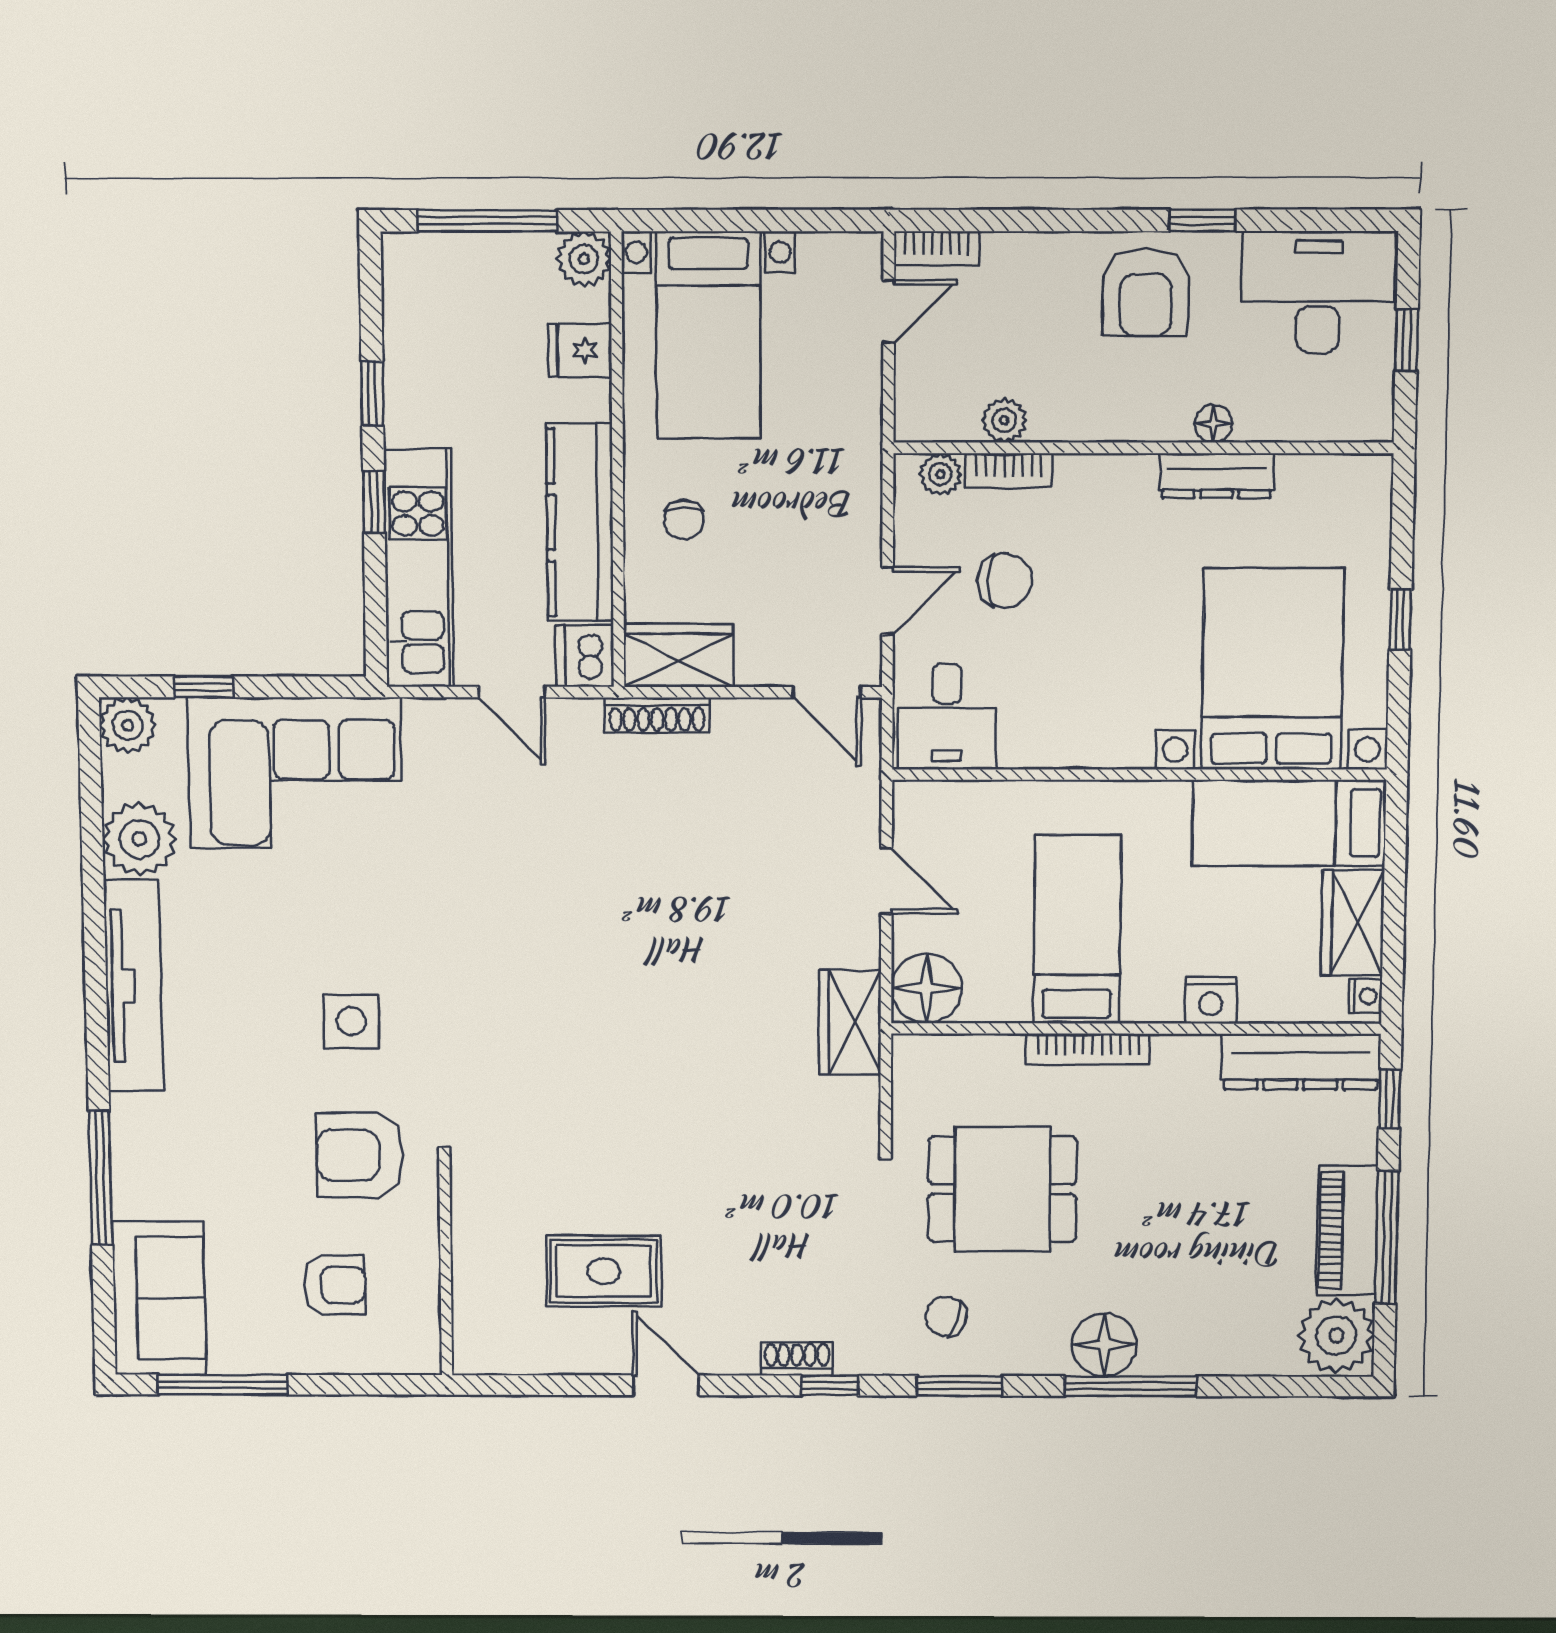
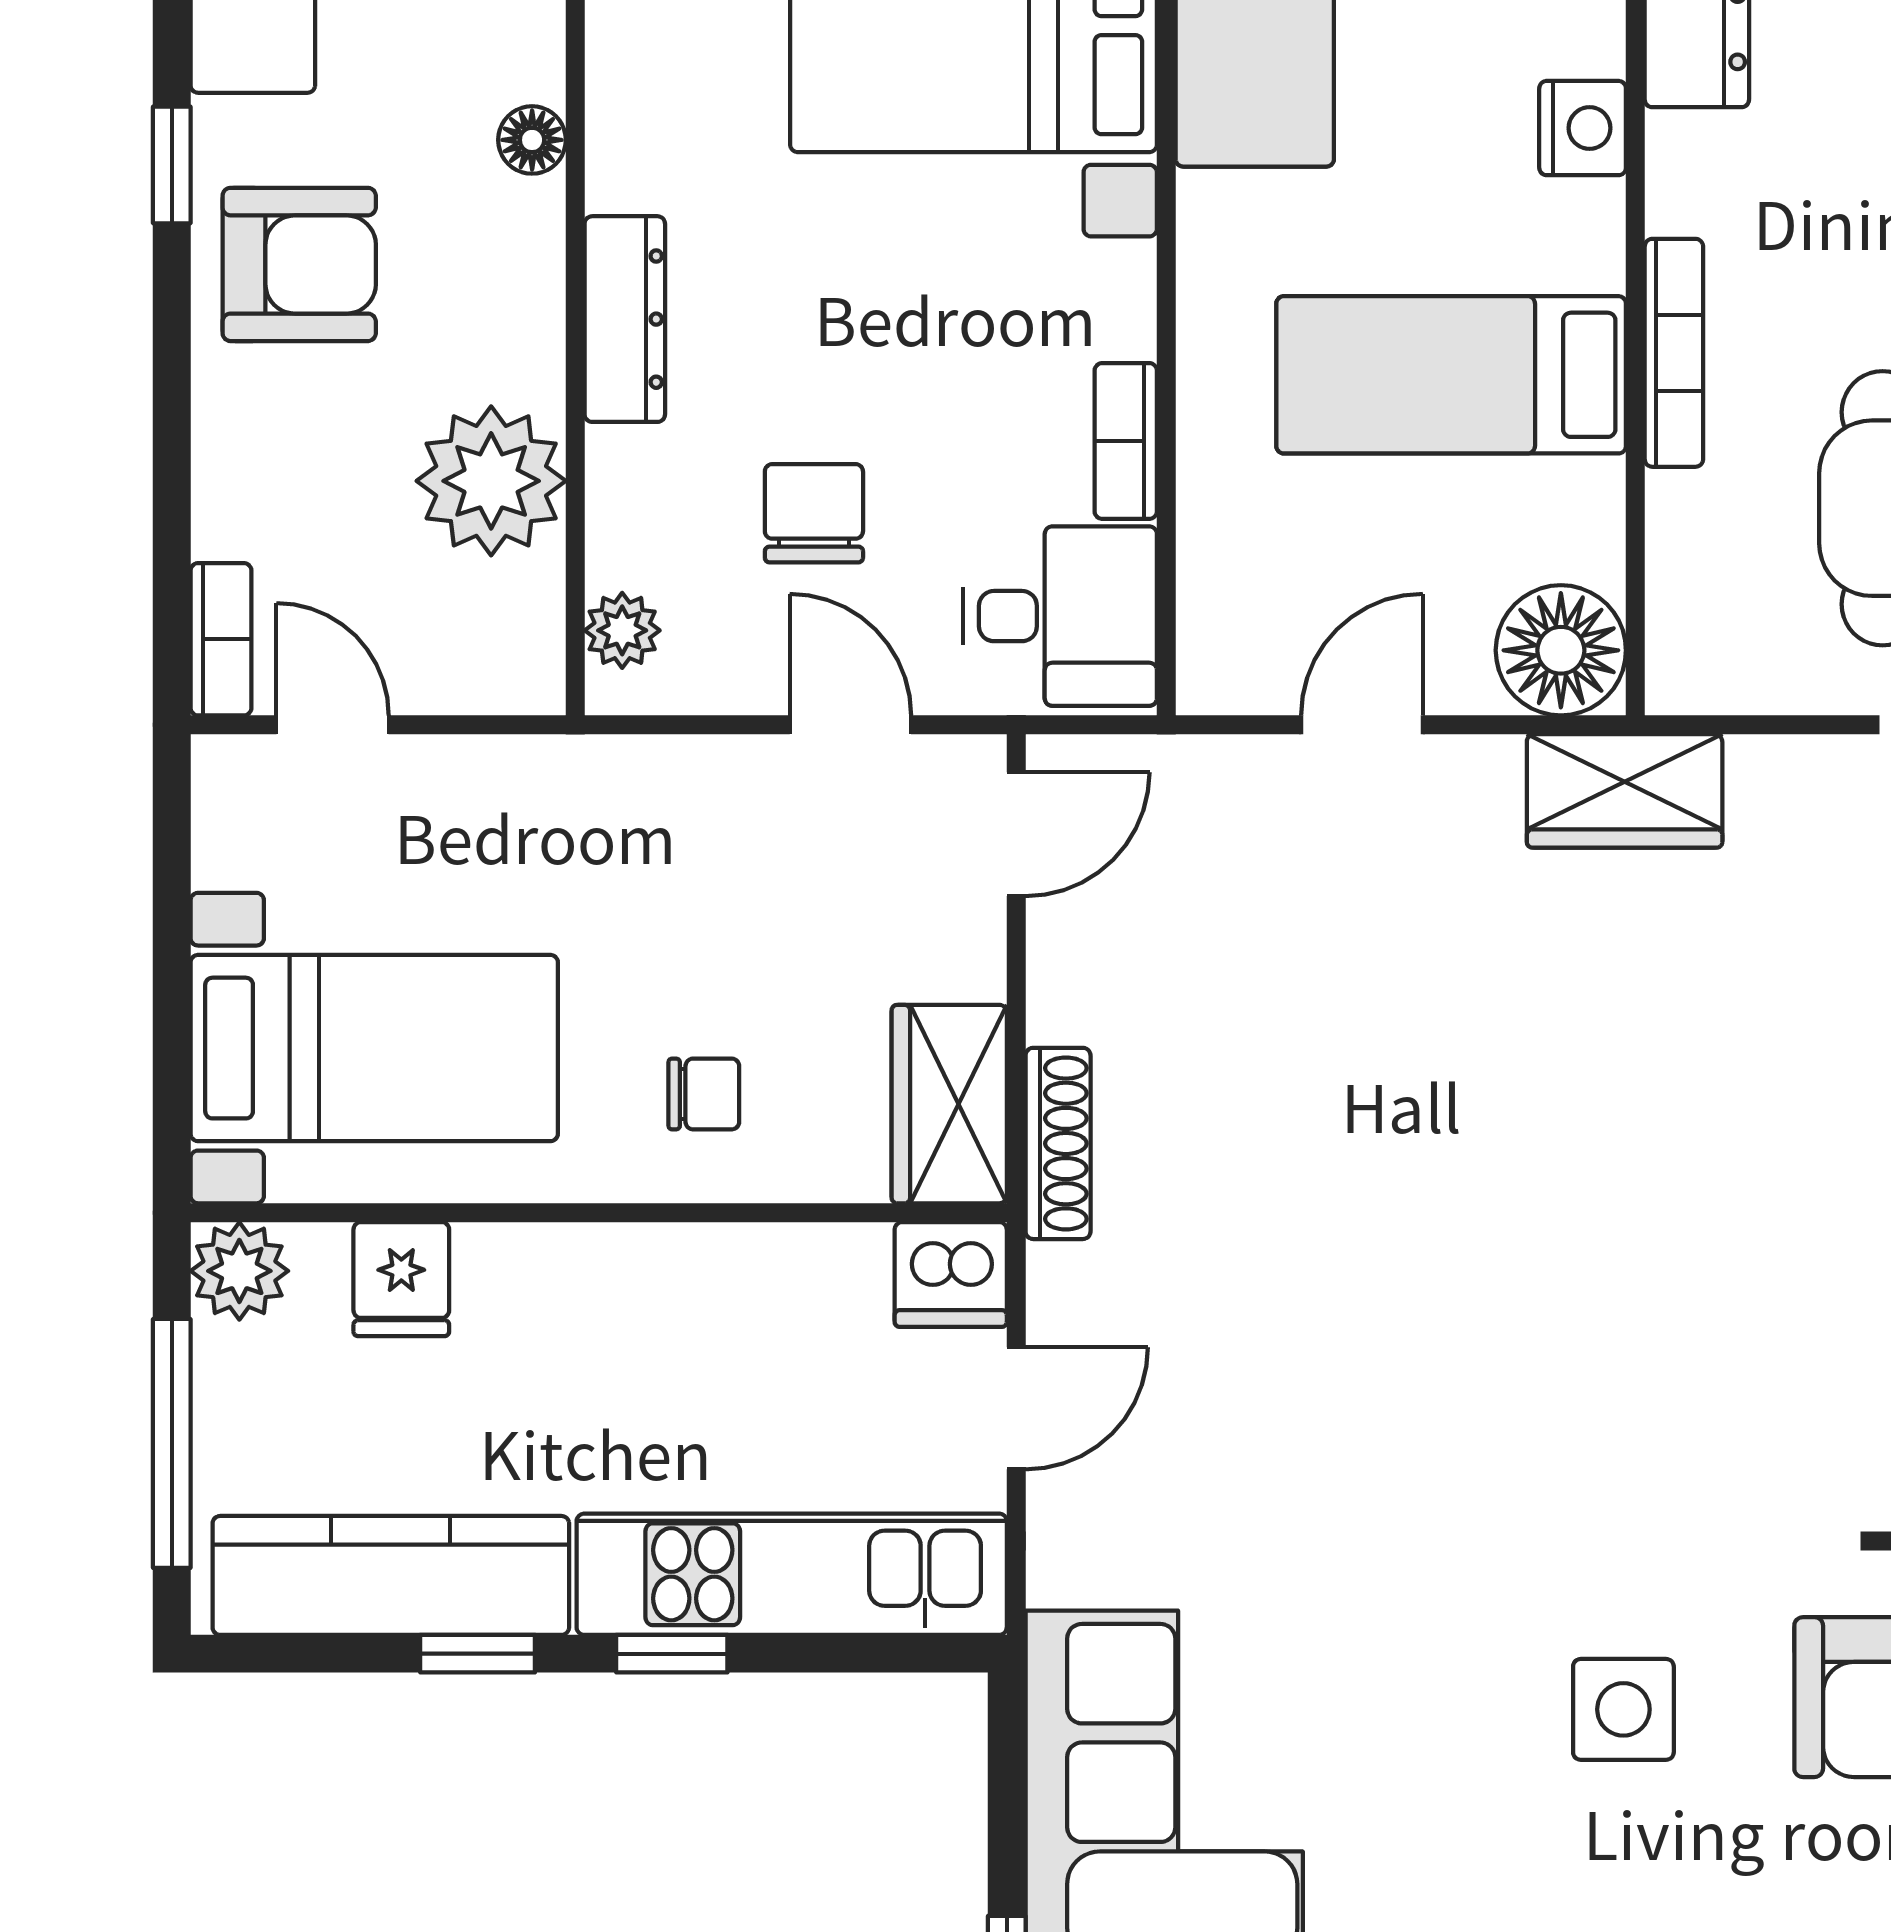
plant: (1004, 420) -> (491, 481), width x1.87, depth x1.87
bookcase: (1009, 471) -> (1126, 441), moved, turned 180
dresser: (1217, 476) -> (625, 319), moved
kitchen counter: (580, 522) -> (391, 1575), moved, turned 180

